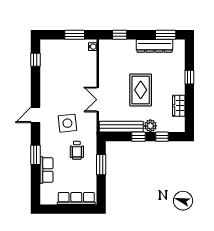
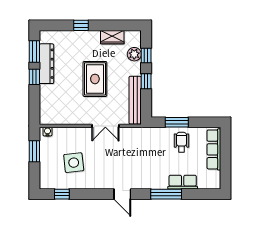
window: (120, 35) -> (34, 77), moved
rug: (141, 90) -> (95, 79), turned 90
side table: (67, 123) -> (74, 163), moved
plant: (150, 126) -> (134, 54), moved
wheelchair: (77, 150) -> (181, 142), moved, turned -90
window: (35, 155) -> (166, 194), width x1.44

